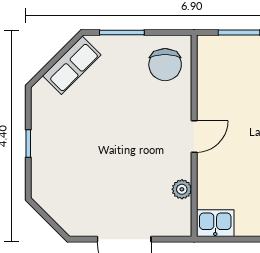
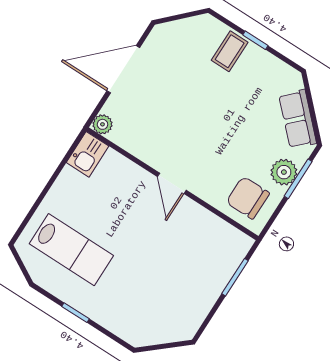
plant: (124, 48) -> (284, 172), added
coffee table: (51, 159) -> (230, 51), added
plant: (182, 189) -> (102, 124), moved

